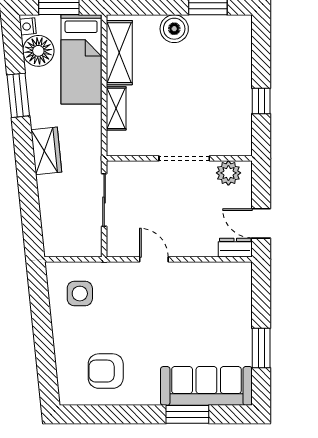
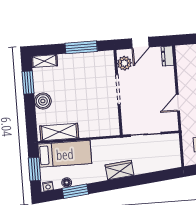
floor lamp: (38, 51) -> (67, 182), width x0.53, depth x0.53
window: (18, 95) -> (75, 191), moved
window: (261, 101) -> (81, 47), width x2.17
shelving: (116, 108) -> (44, 61), moved
door: (261, 223) -> (140, 43), moved

